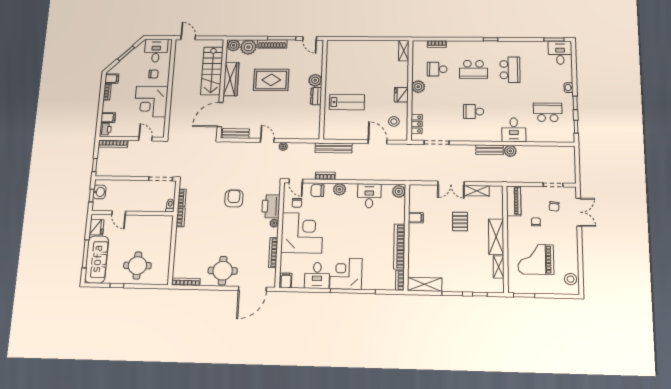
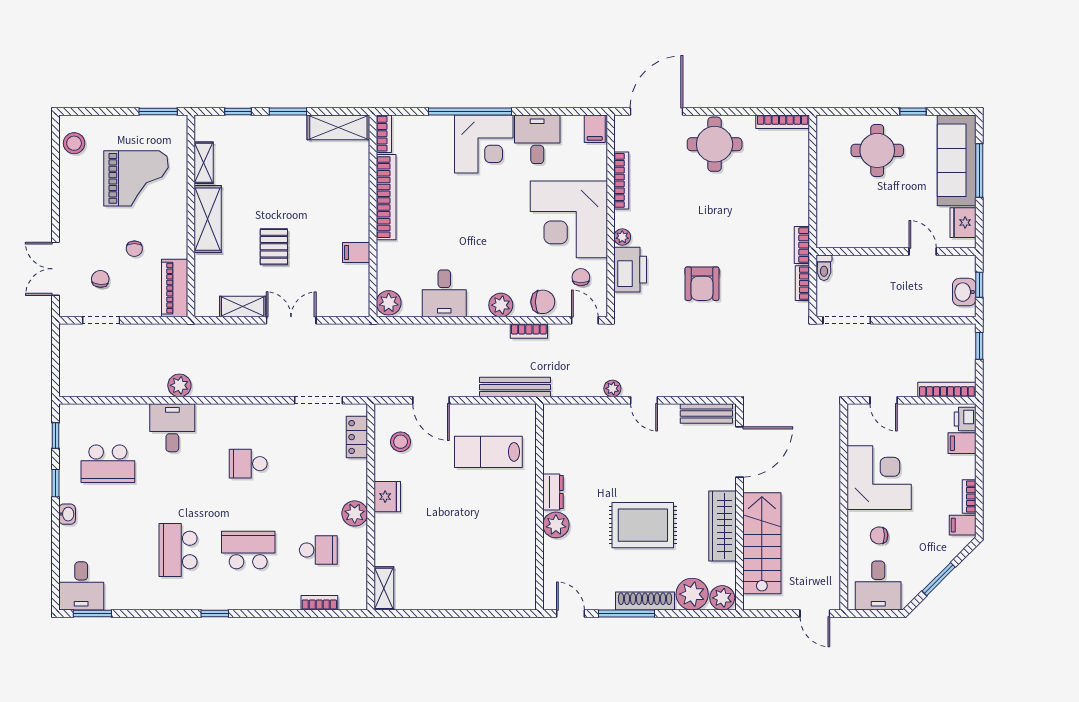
lab bench: (347, 102) -> (488, 452), moved
school desk: (474, 111) -> (248, 464), turned 180
bench: (490, 150) -> (218, 387), removed

